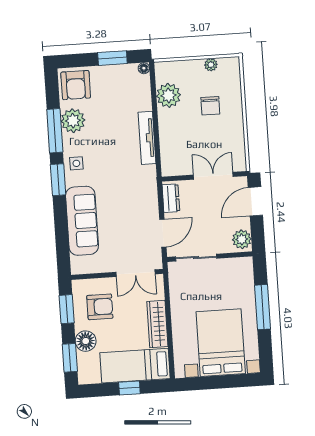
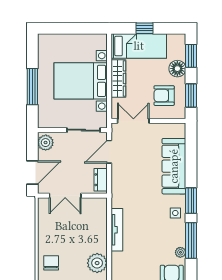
chair: (210, 106) -> (51, 263), moved
plant: (73, 121) -> (180, 252), width x0.53, depth x0.53
bed with nightstands: (221, 343) -> (81, 81), moved, turned 90

